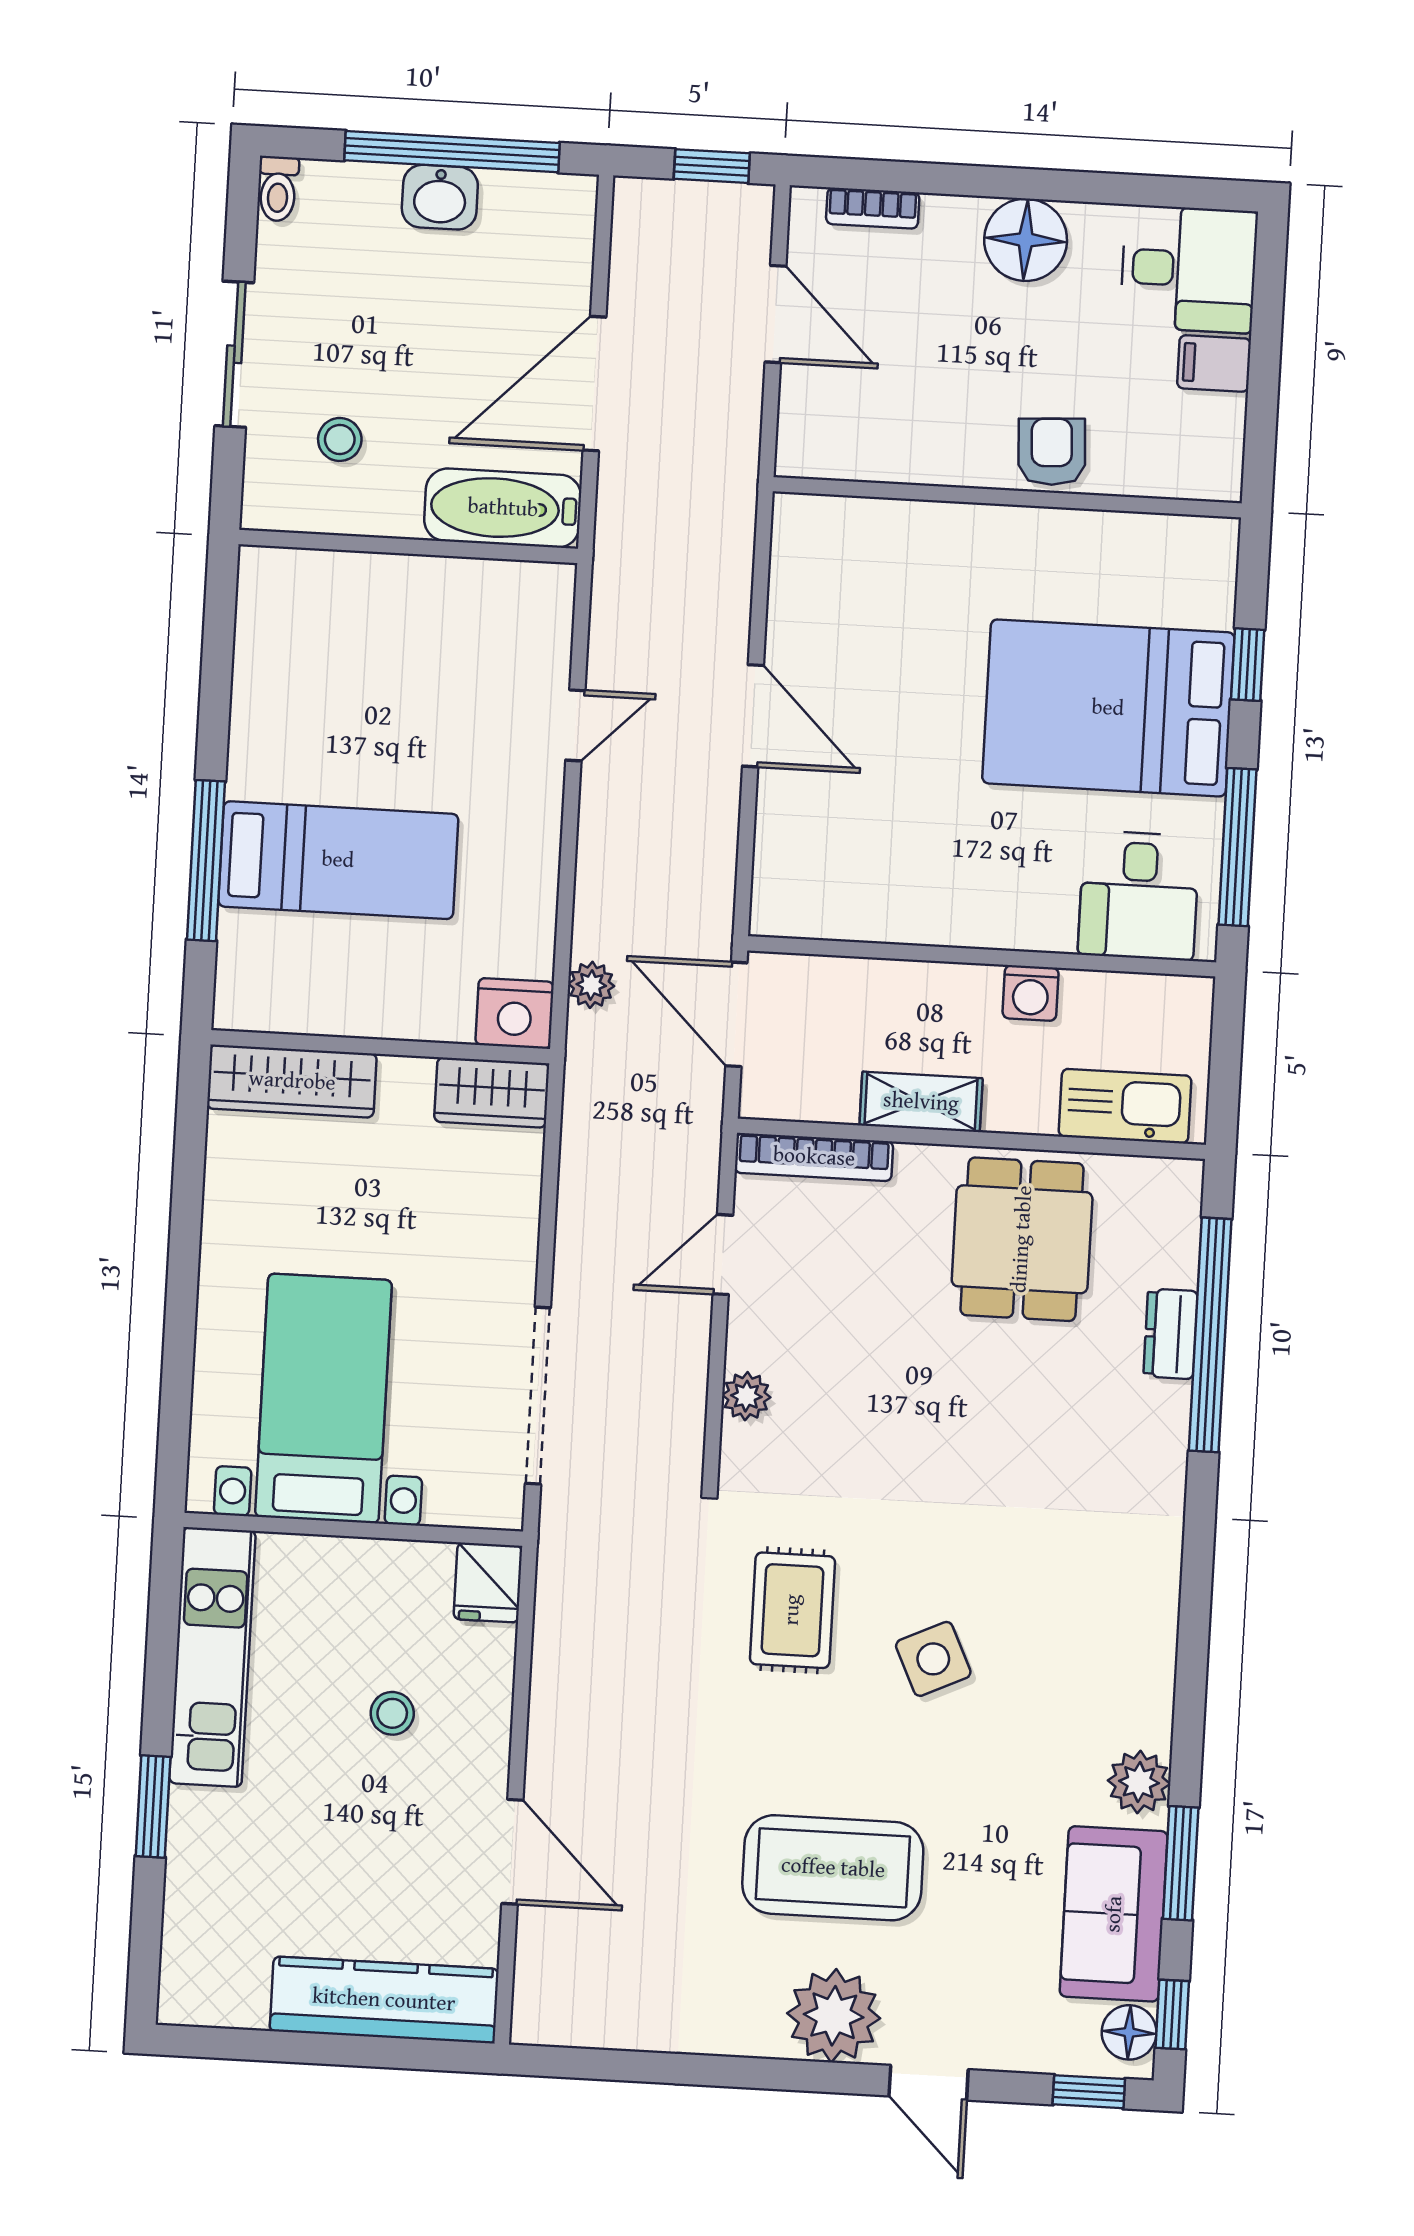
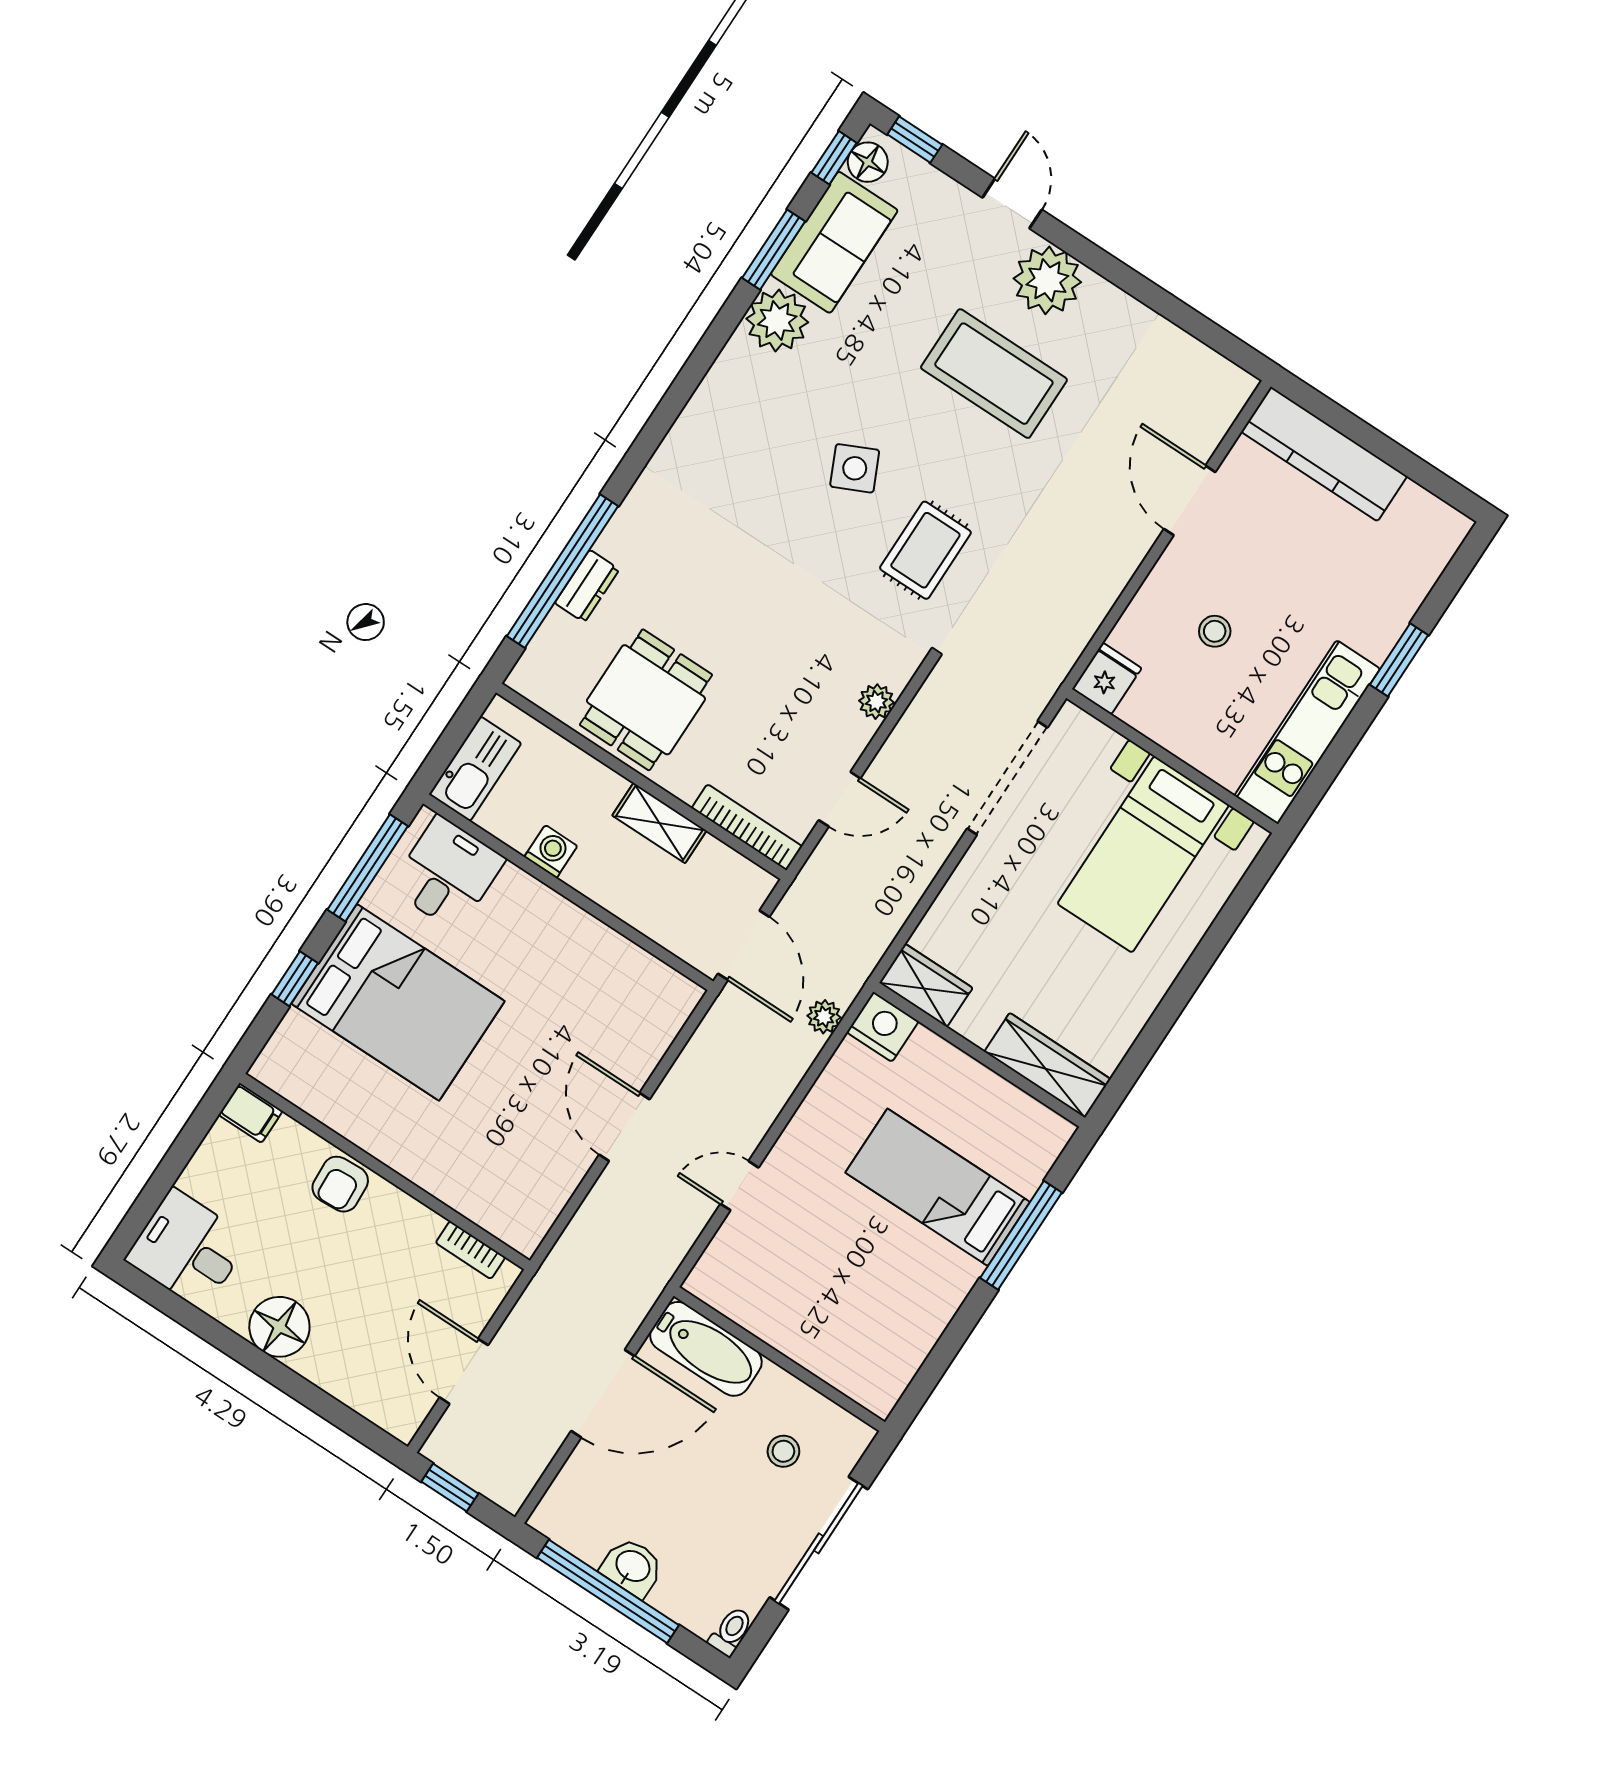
bookcase: (873, 208) -> (470, 1250), moved, turned 180
sliding door: (234, 354) -> (819, 1543), width x1.37
filing cabinet: (1214, 363) -> (250, 1113), moved
kitchen sink: (1125, 1106) -> (475, 769), moved, turned -90
plant: (1139, 1782) -> (777, 320), width x1.36, depth x1.36

